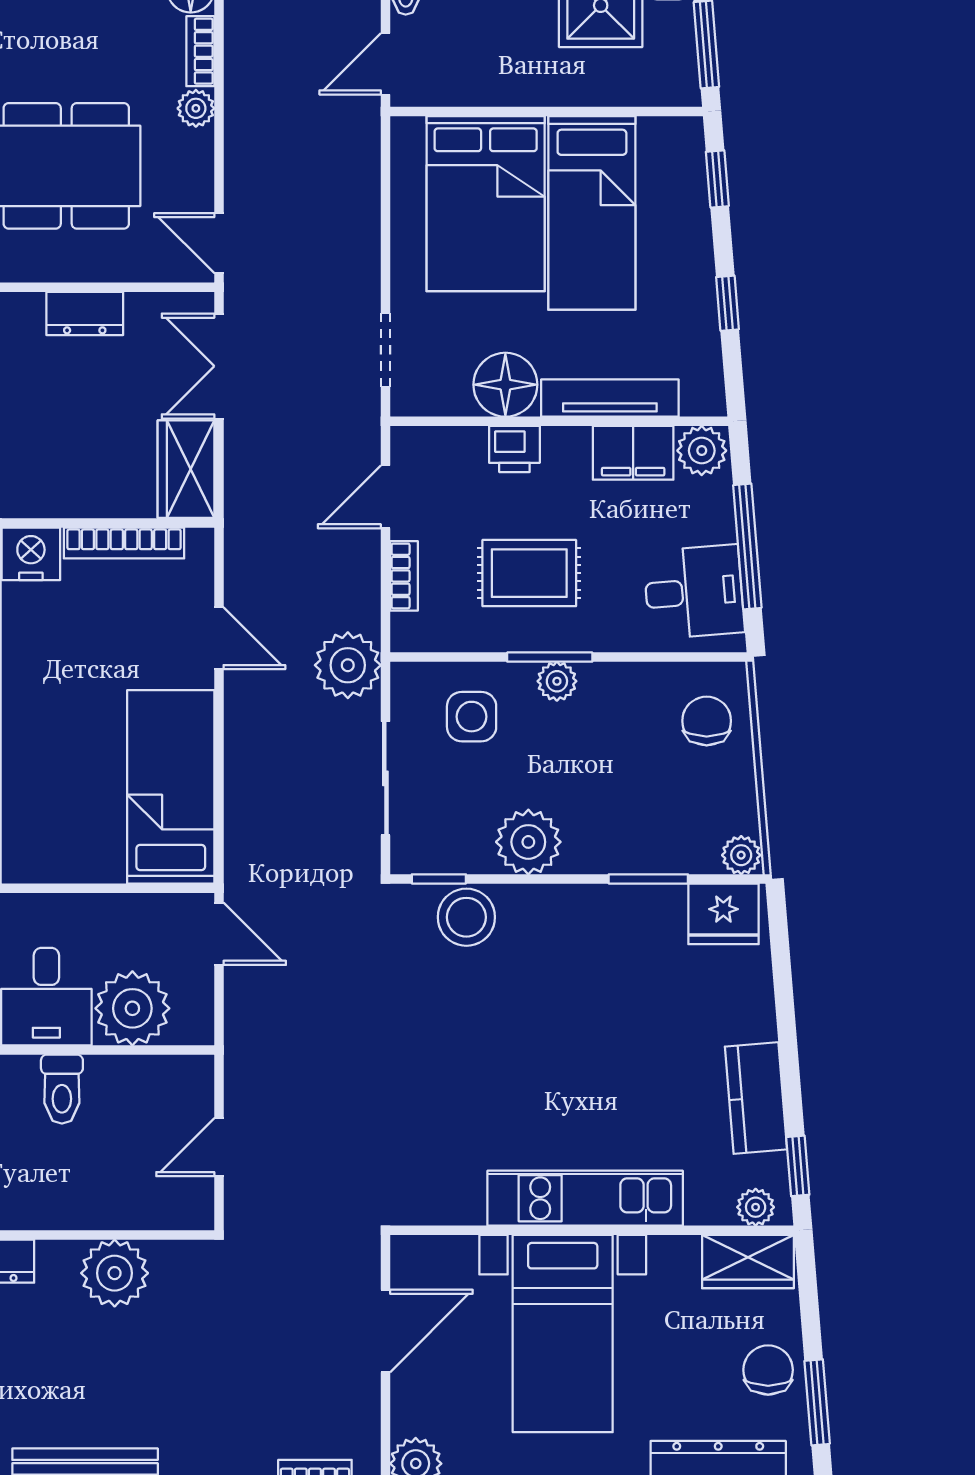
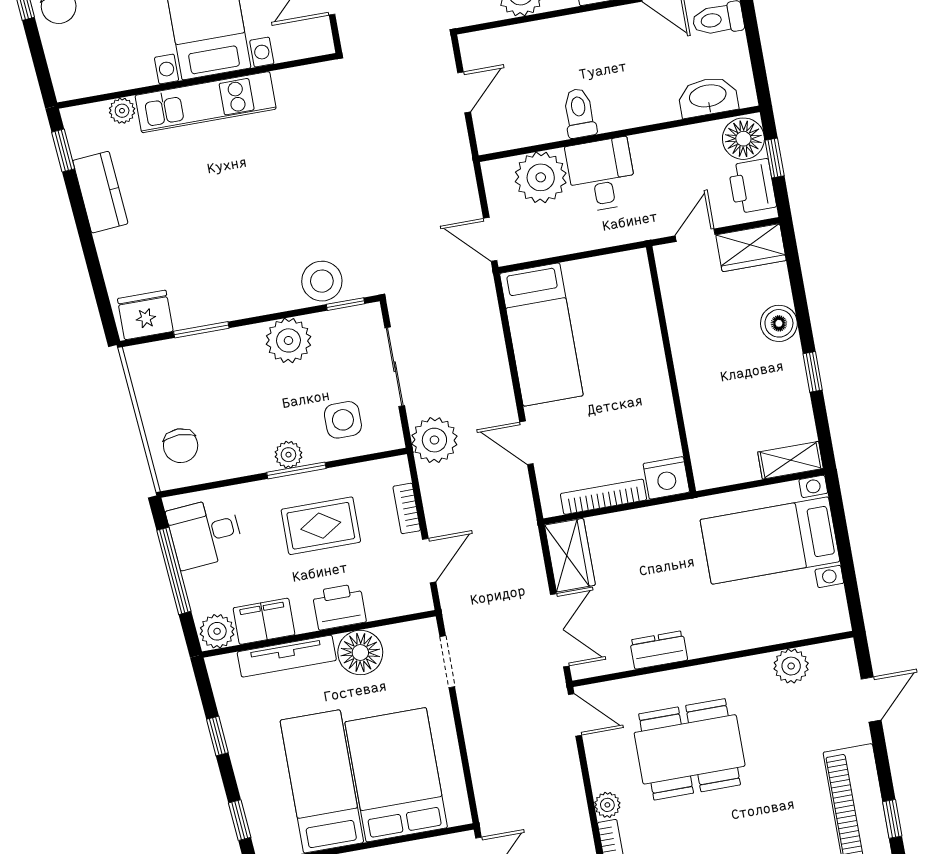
printer: (514, 449) -> (339, 607), width x1.36, depth x1.24
plant: (741, 855) -> (140, 358), removed
plant: (756, 1207) -> (122, 111), moved
wardrobe: (748, 1262) -> (86, 78), removed

